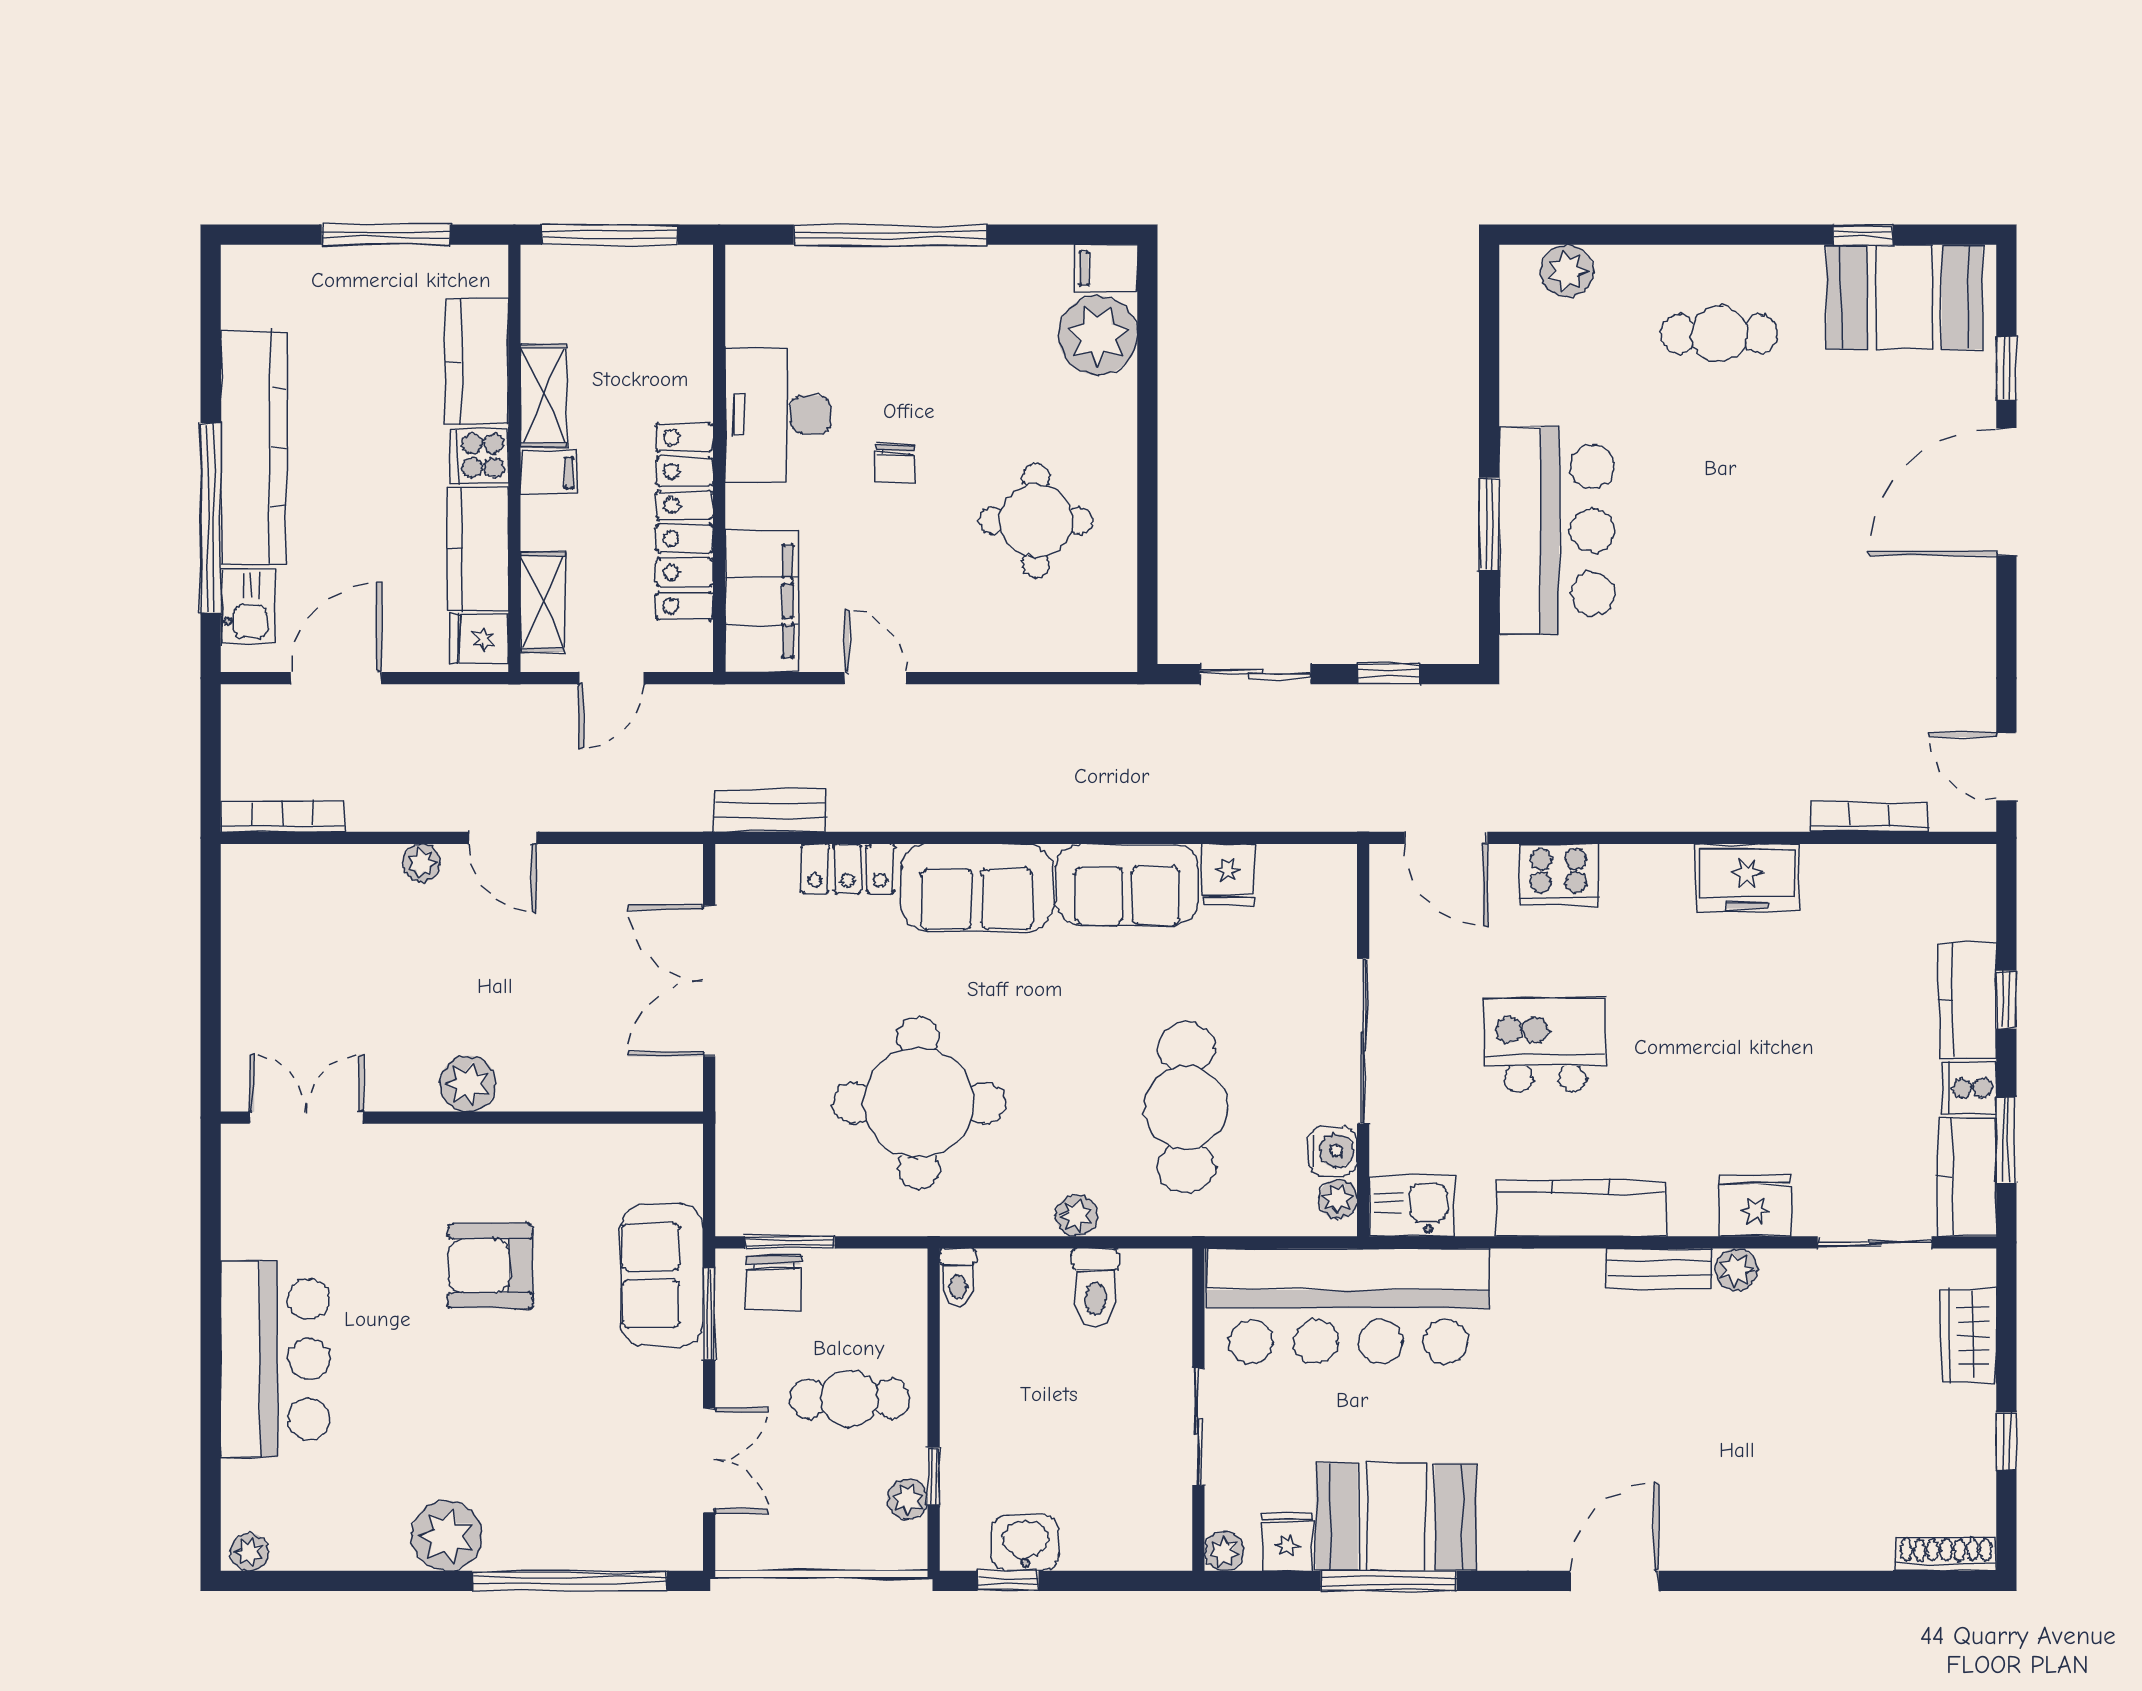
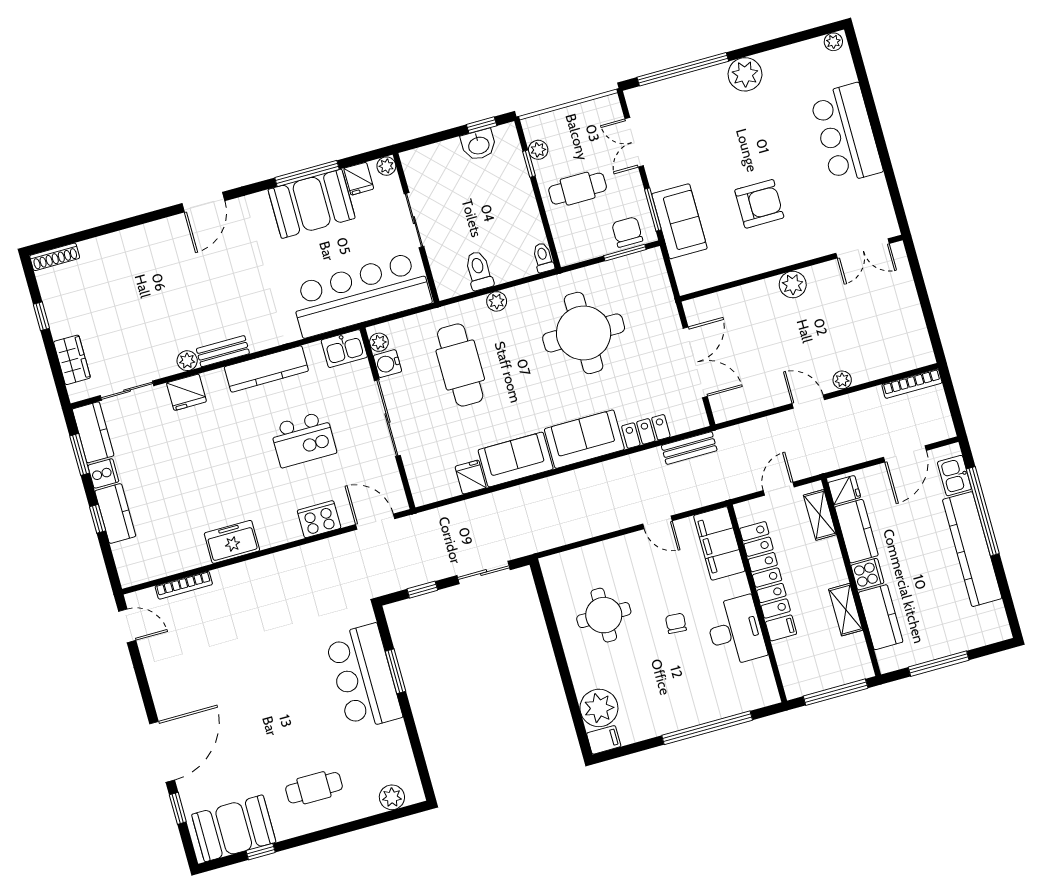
filing cabinet: (549, 473) -> (781, 628), moved, turned 180

